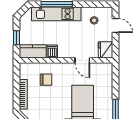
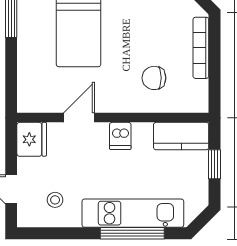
dishwasher: (52, 51) -> (120, 136), moved
door: (82, 60) -> (79, 118), hinge flipped

